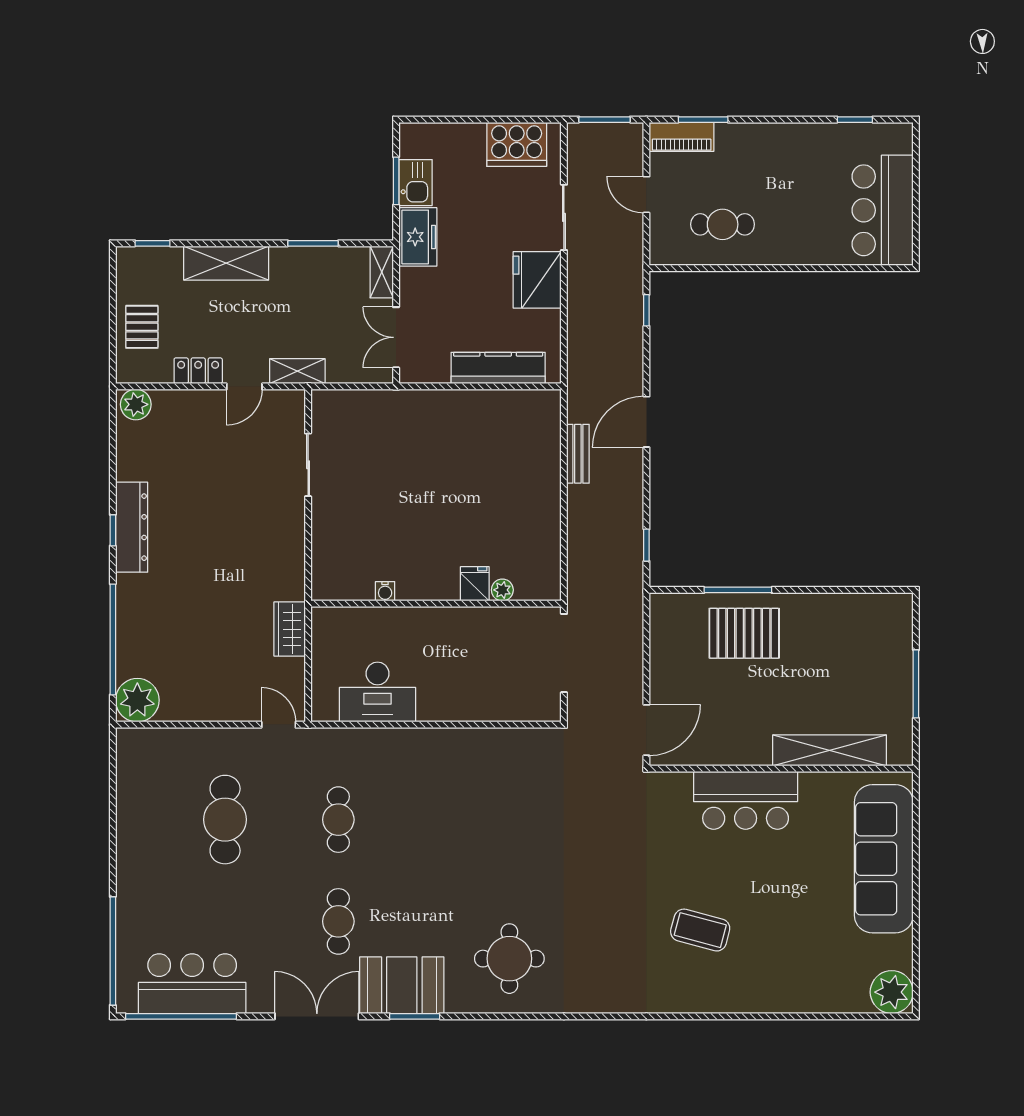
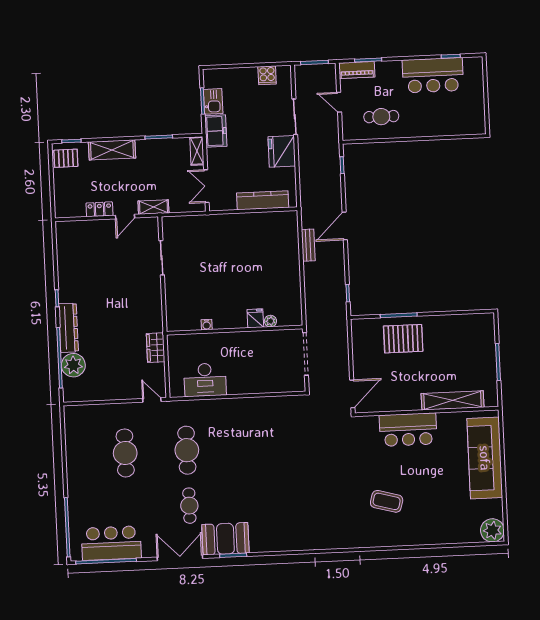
cooker: (517, 144) -> (267, 75), width x0.53, depth x0.76
bar counter: (883, 210) -> (433, 75), moved, turned -90
pallet: (142, 327) -> (66, 158), moved, turned 90
plant: (136, 404) -> (66, 229), removed
dresser: (132, 527) -> (68, 328), moved
plant: (137, 700) -> (73, 365), moved
cafe table: (338, 820) -> (187, 450), width x1.37, depth x1.35
round table: (509, 959) -> (283, 522), removed

